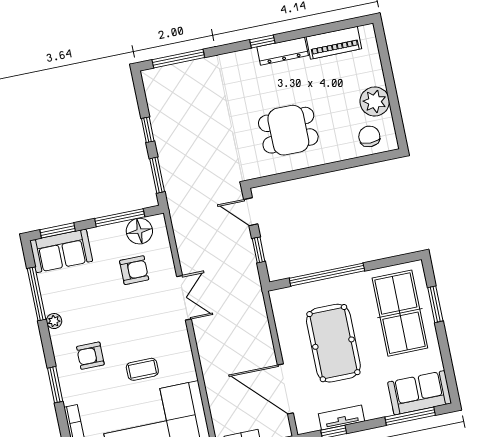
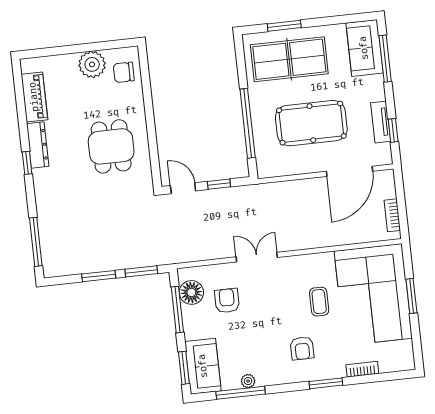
window: (148, 130) -> (99, 276), width x1.50
door: (251, 212) -> (183, 188), swing flipped
plant: (54, 321) -> (248, 381), moved

